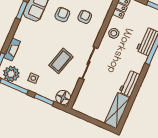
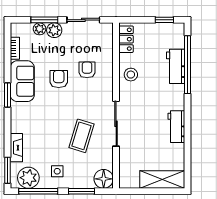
shelving: (117, 111) -> (162, 179), moved, turned 90

